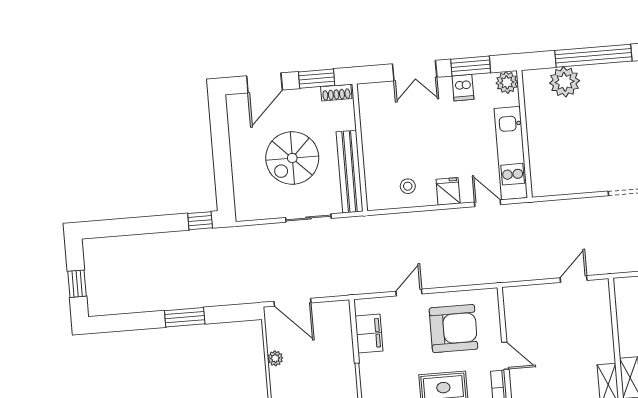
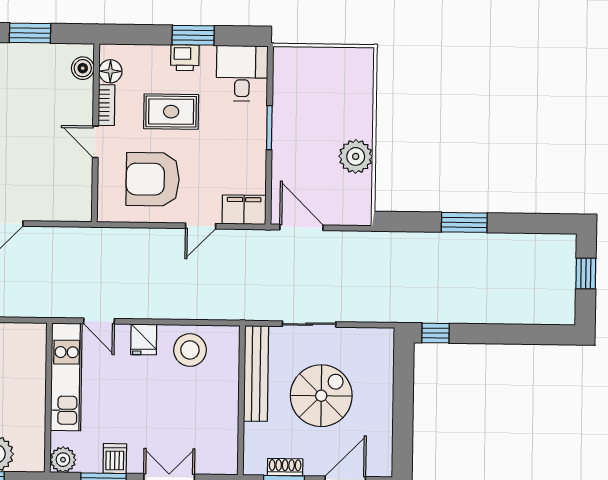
shoe rack: (336, 93) -> (285, 467), moved
stool: (408, 186) -> (190, 350), width x1.89, depth x1.89
door: (292, 302) -> (301, 227), moved
filing cabinet: (369, 334) -> (244, 210), moved, turned 90
plant: (275, 358) -> (356, 156), width x1.87, depth x1.87

